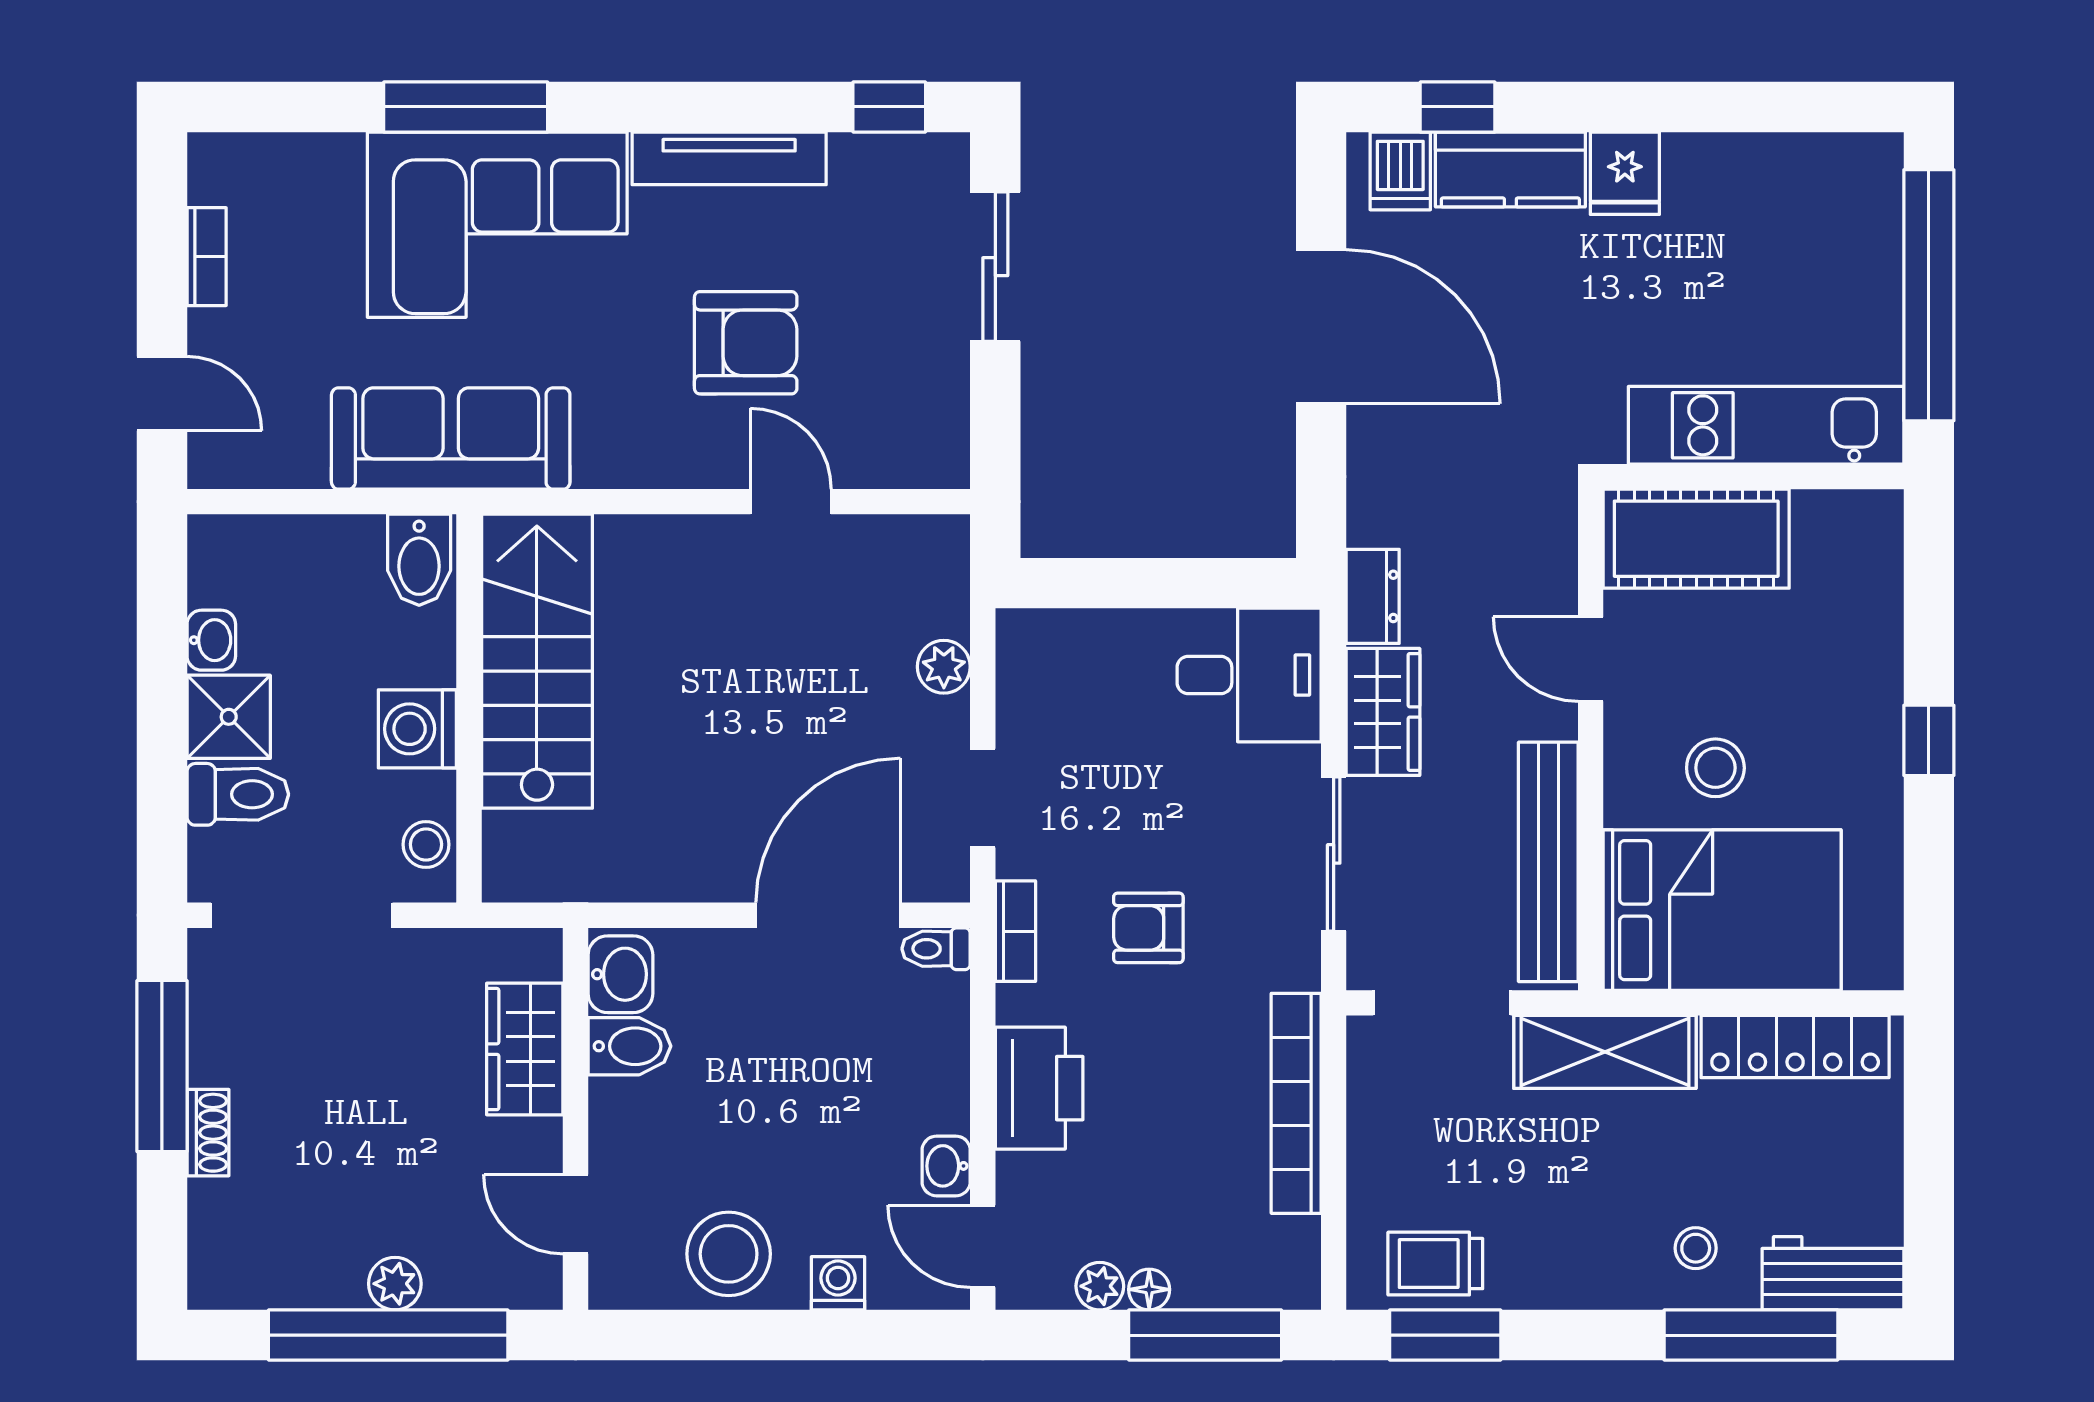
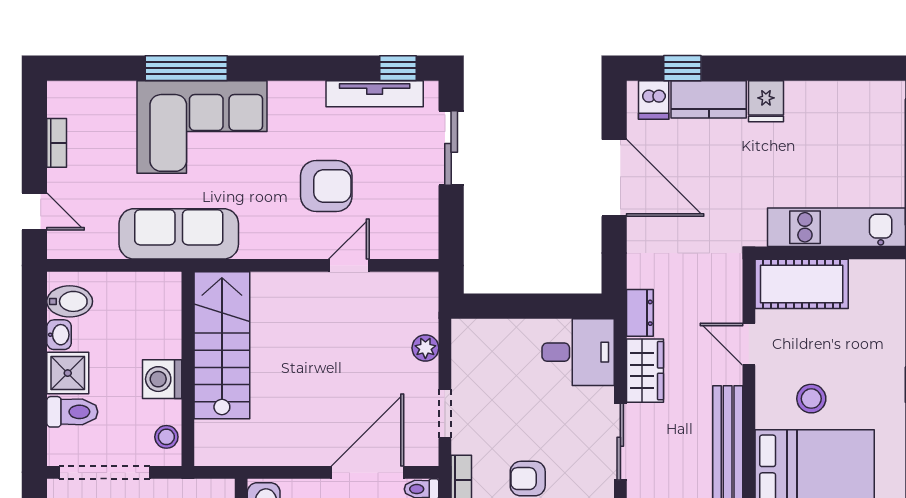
tv unit: (729, 158) -> (375, 94), moved
door: (791, 502) -> (349, 265), hinge flipped
bidet: (419, 560) -> (70, 301), moved, turned -90

